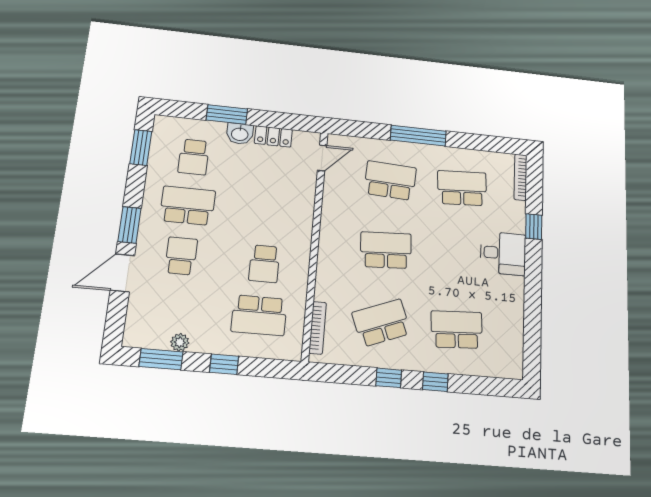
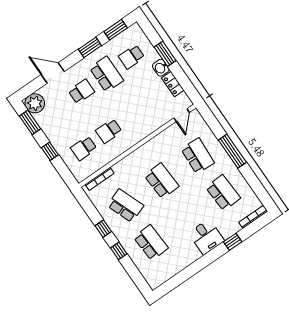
door: (322, 158) -> (182, 115), hinge flipped
window: (129, 225) -> (90, 47), moved
school desk: (259, 315) -> (84, 148), width x0.54
plant: (180, 342) -> (35, 103), moved, width x1.87, depth x1.87

